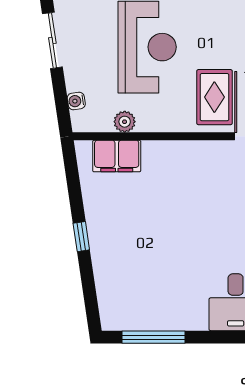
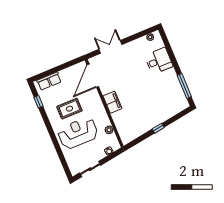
rug: (214, 97) -> (69, 109), moved
filing cabinet: (117, 156) -> (112, 102), moved

